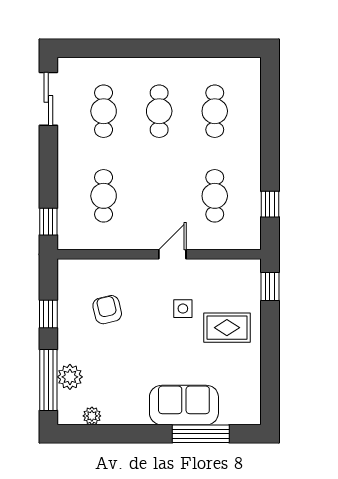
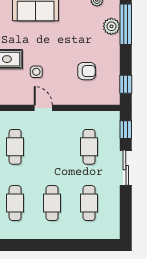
sliding door: (48, 99) -> (126, 168), moved
door: (172, 254) -> (43, 108), swing flipped
armchair: (107, 310) -> (87, 71), turned -77
window: (48, 314) -> (126, 84), moved

